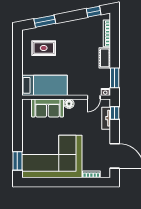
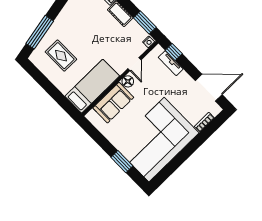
window: (45, 21) -> (40, 32), width x1.44
rug: (44, 48) -> (61, 56), turned 90
door: (94, 97) -> (134, 64), moved
window: (17, 161) -> (122, 162), moved

